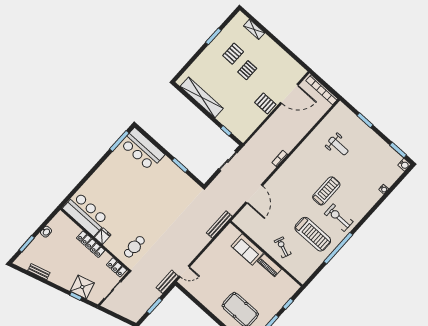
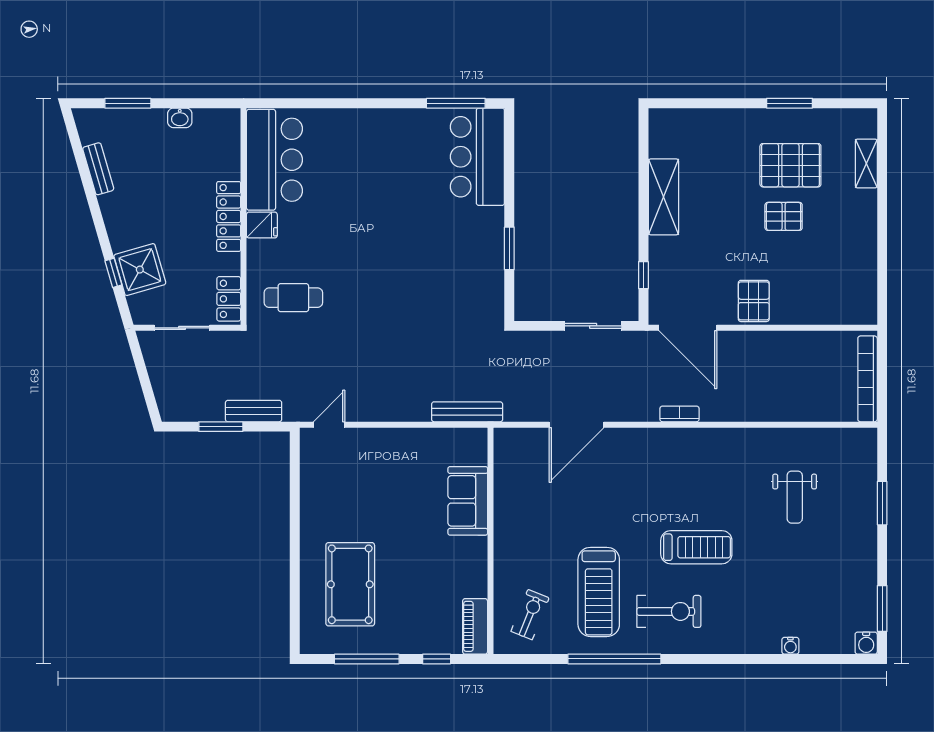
pallet: (233, 54) -> (790, 165), width x1.50, depth x1.42
door: (289, 94) -> (688, 328), moved
shelving: (202, 97) -> (663, 197), width x0.68
exercise bike: (339, 218) -> (669, 611), turned 90
exercise bike: (283, 247) -> (530, 615), moved
piano: (269, 265) -> (475, 626), moved
door: (184, 271) -> (329, 425), swing flipped
bench: (167, 282) -> (254, 411), moved

